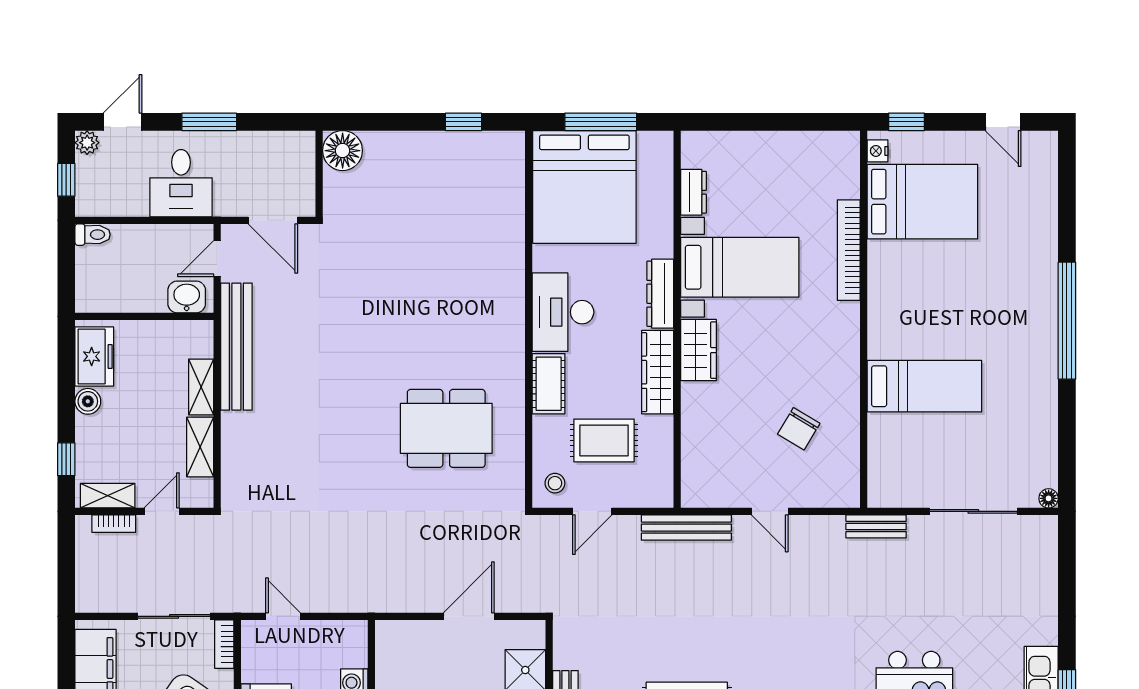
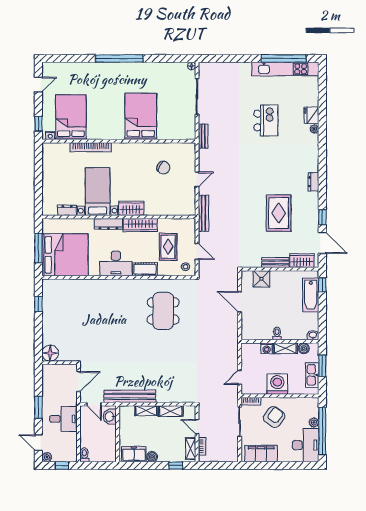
bed: (924, 386) -> (141, 116), width x1.50

